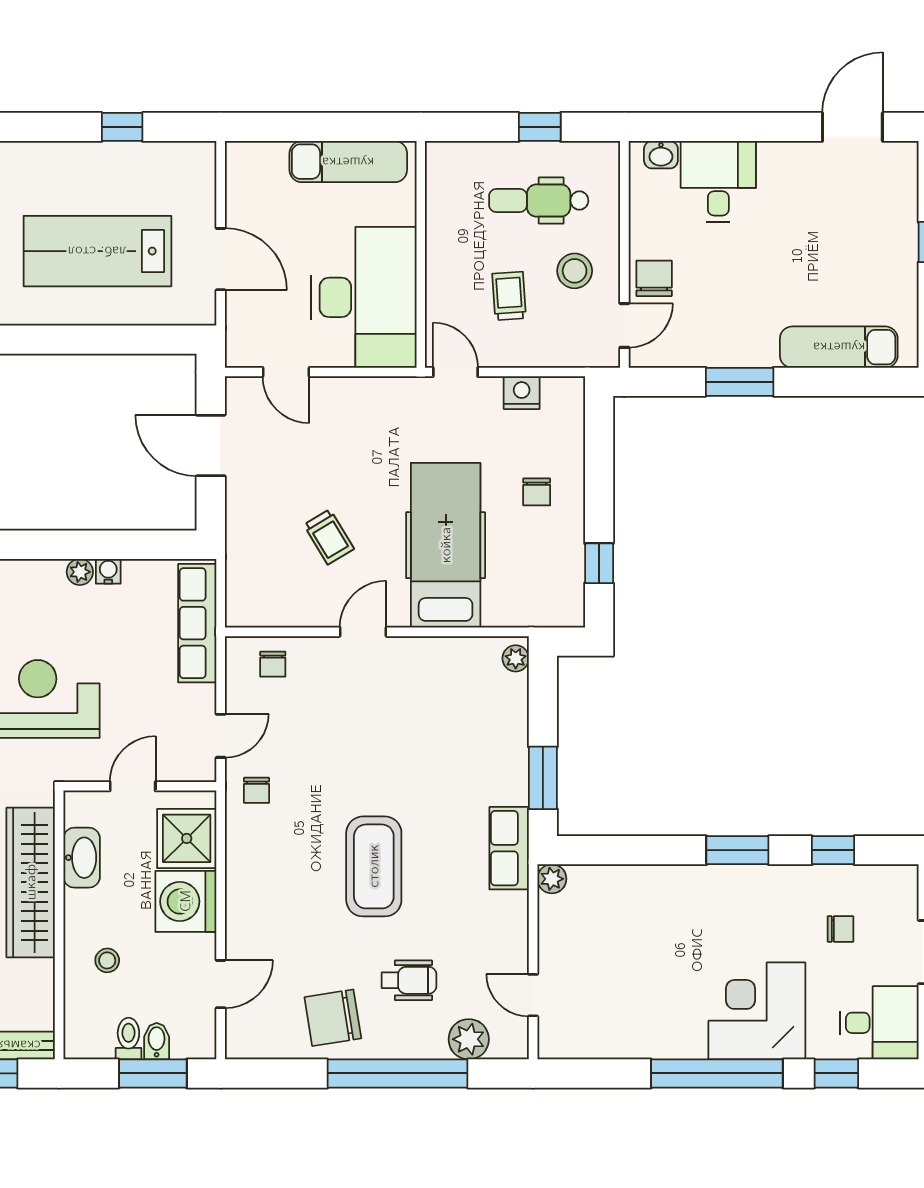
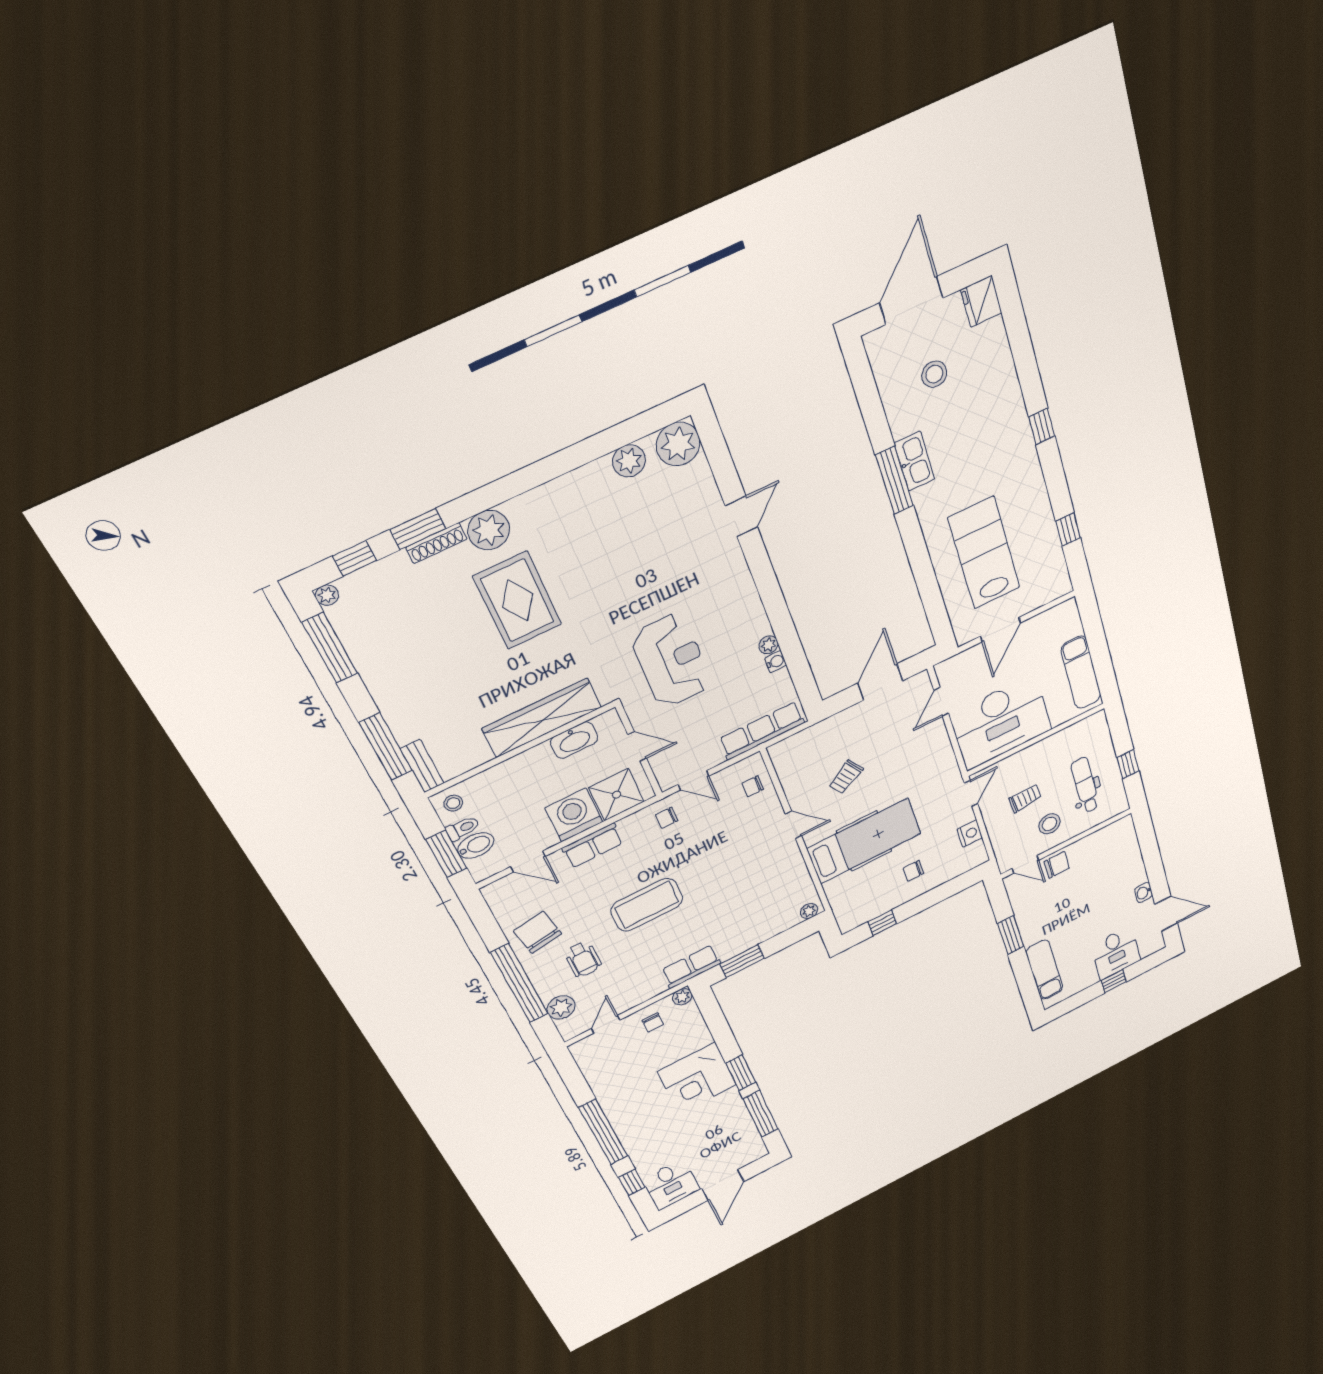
washbasin: (661, 155) -> (1144, 892), moved
desk: (718, 182) -> (1116, 953), moved, turned 90
window: (833, 850) -> (761, 1114), width x2.17
row of seats: (244, 897) -> (593, 846), added
chair: (840, 929) -> (653, 1022), moved
stool: (107, 960) -> (453, 803), moved
corner desk: (757, 1011) -> (697, 1078), moved, turned 180
bidet: (157, 1041) -> (476, 845), width x1.38, depth x1.36

